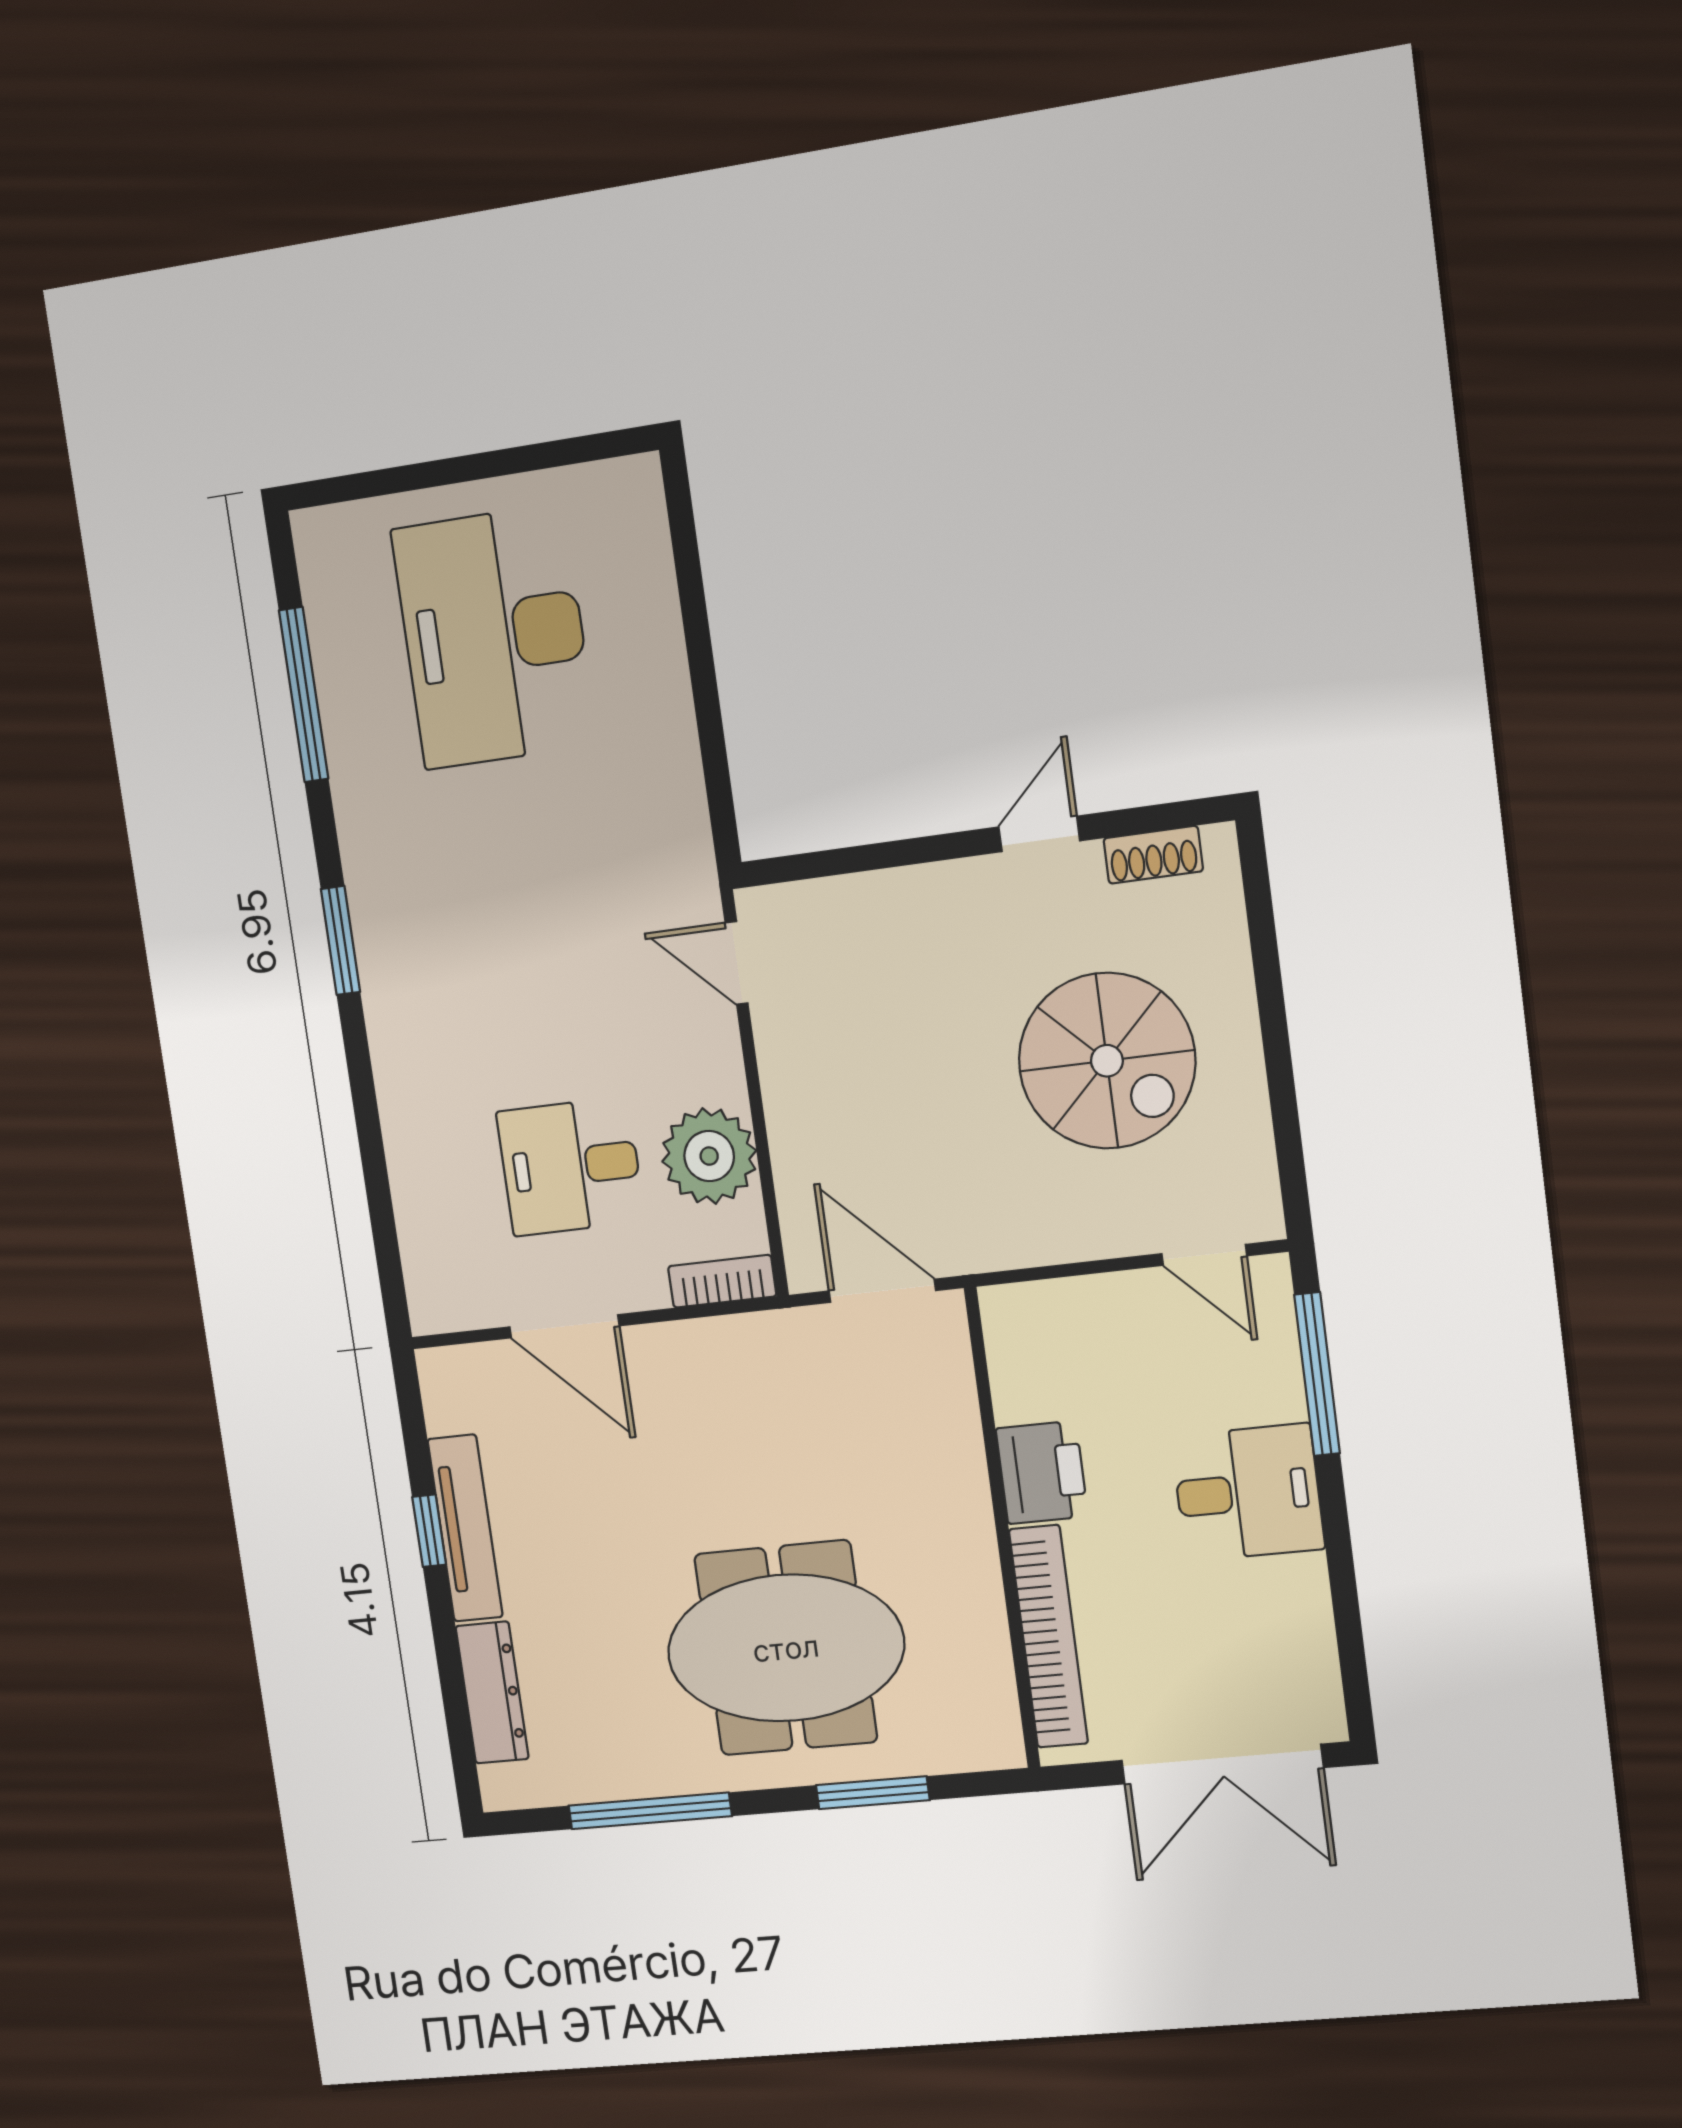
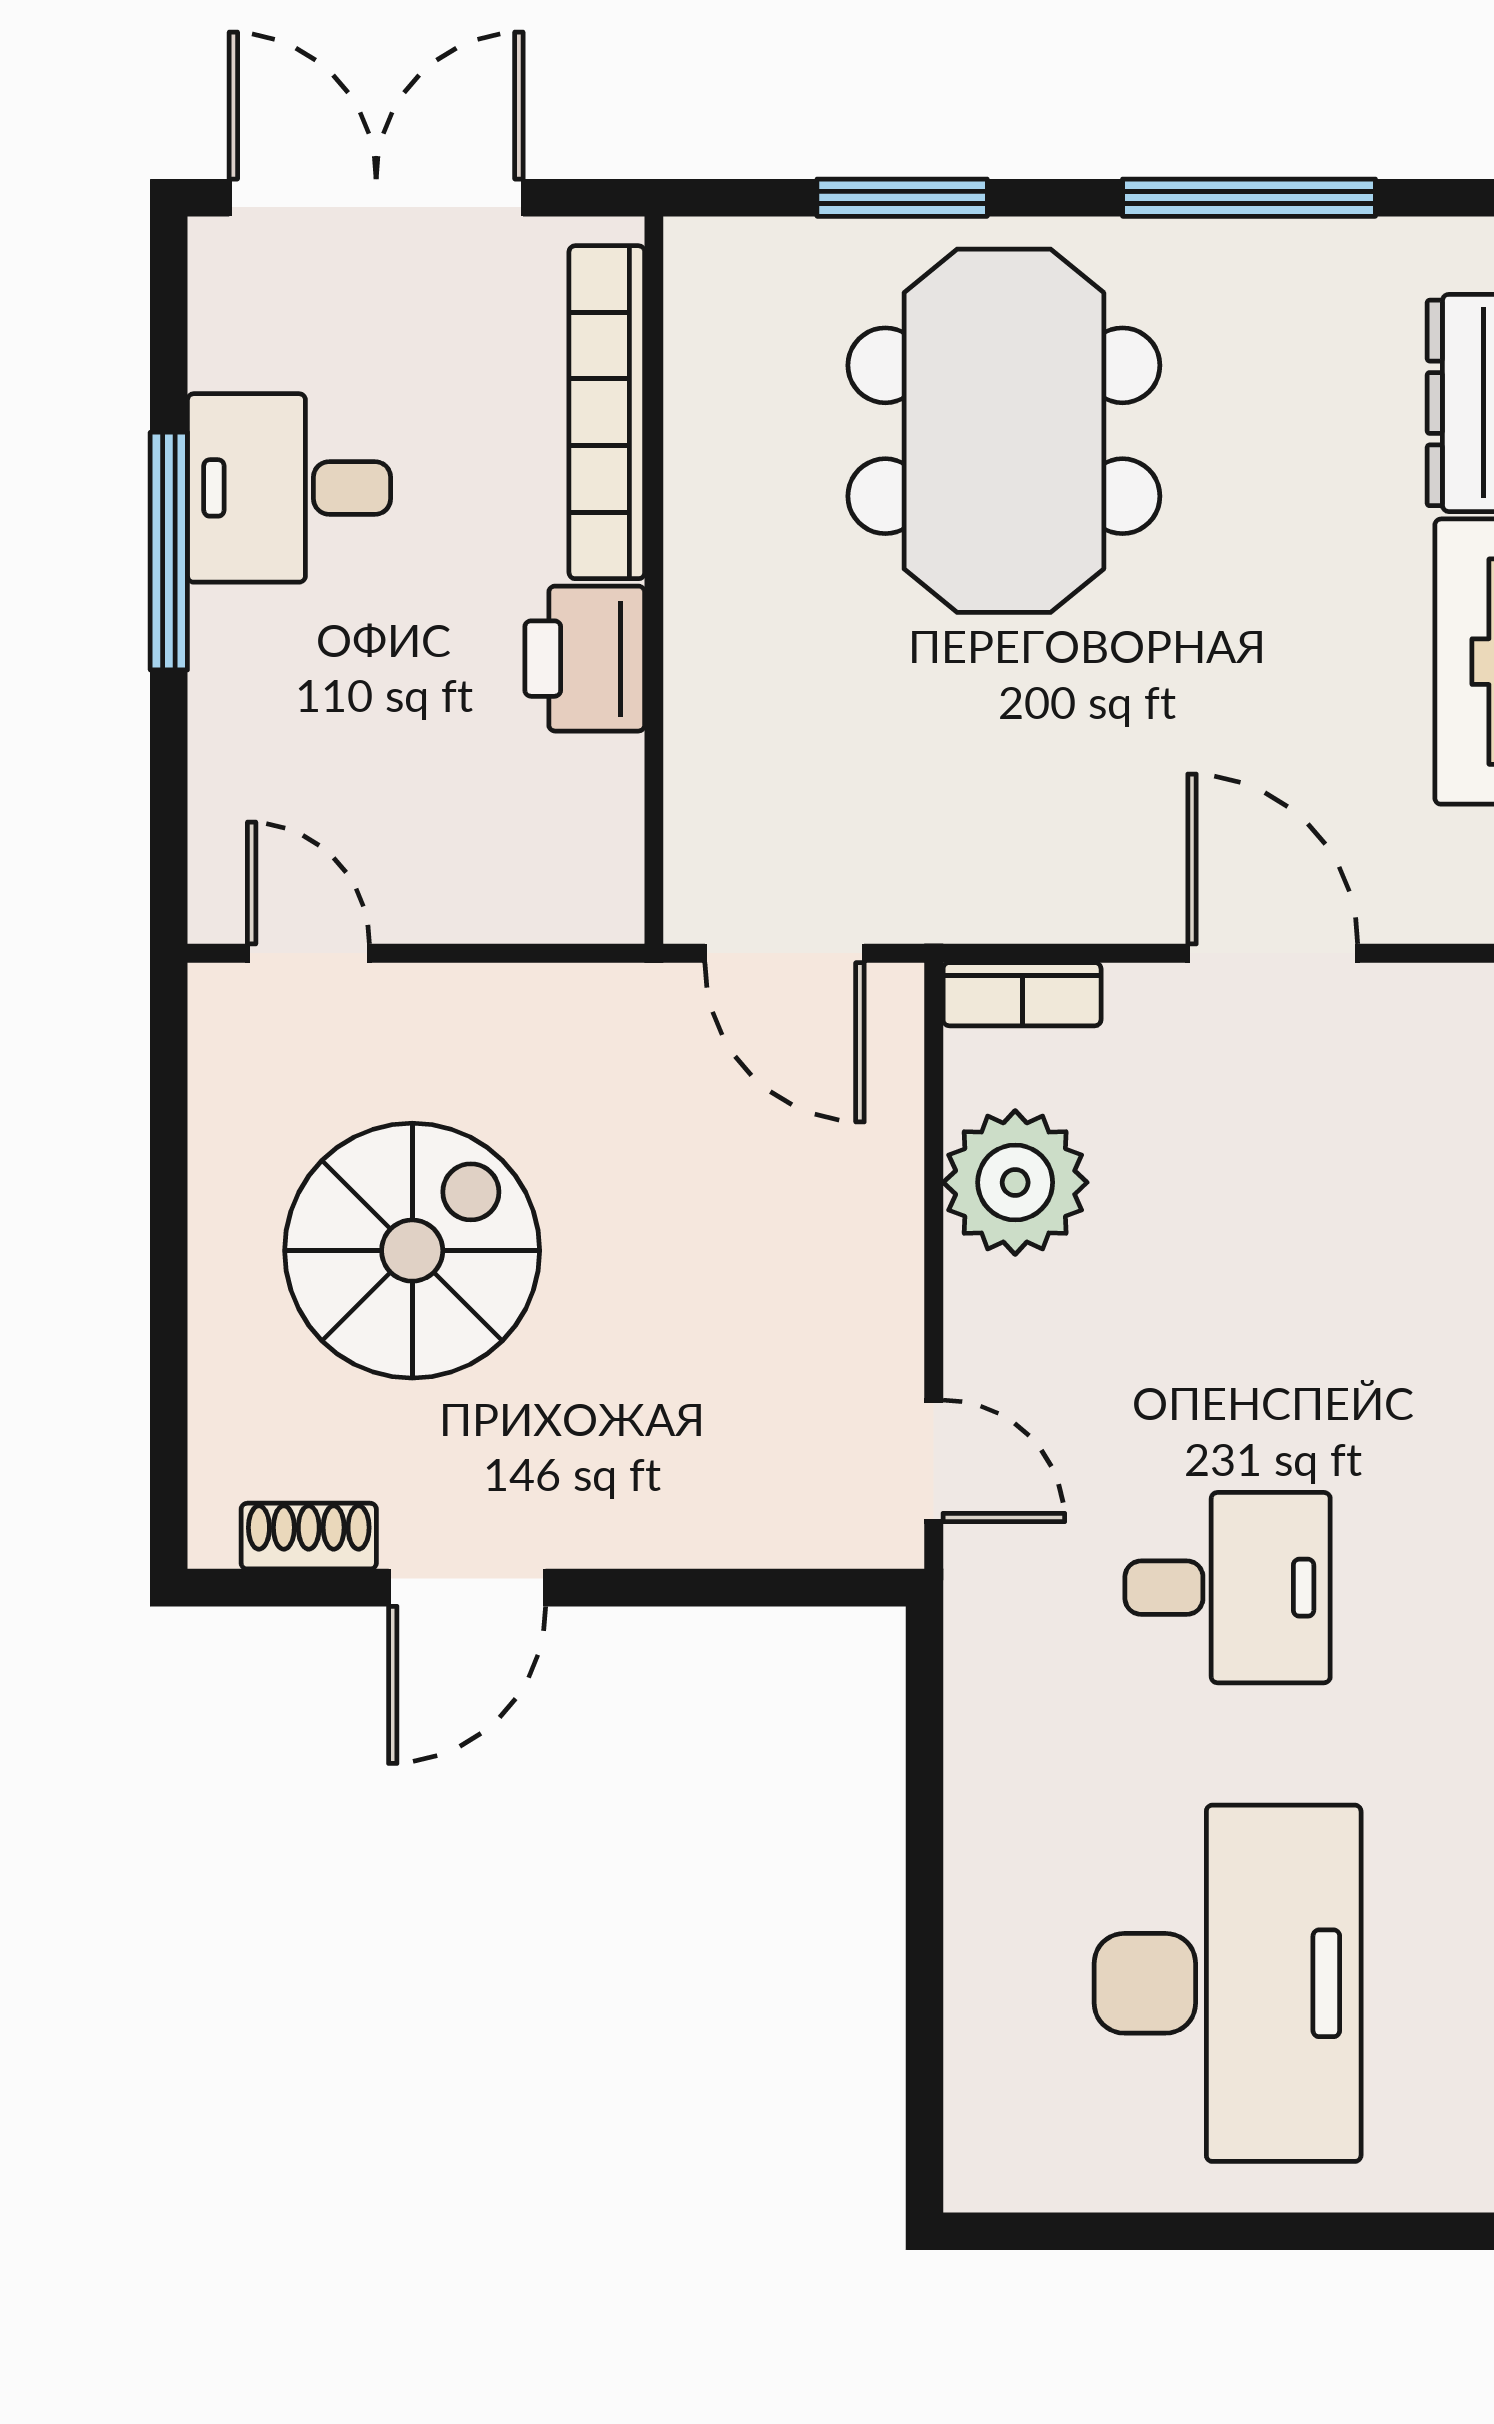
door: (1039, 834) -> (467, 1588), width x1.38
spiral stairs: (1107, 1061) -> (412, 1251), turned 90
desk: (571, 1166) -> (1228, 1588), moved
window: (1317, 1374) -> (169, 551), moved
desk: (1248, 1493) -> (289, 488), moved
meeting table: (786, 1648) -> (1004, 431), turned 90

